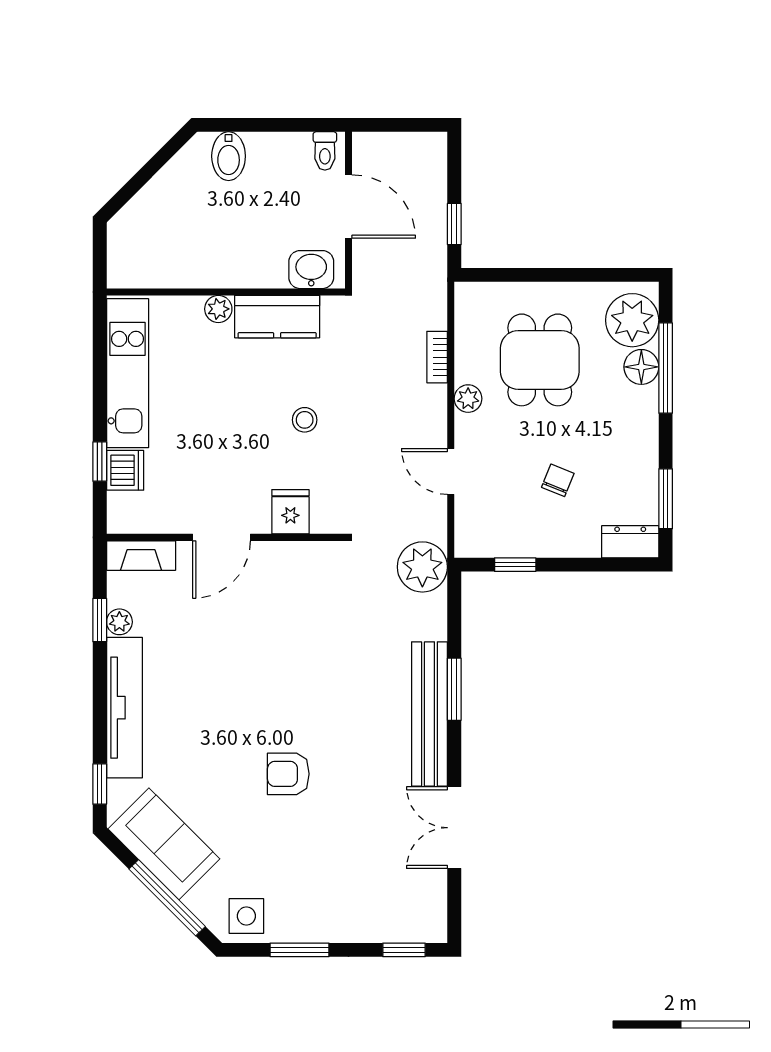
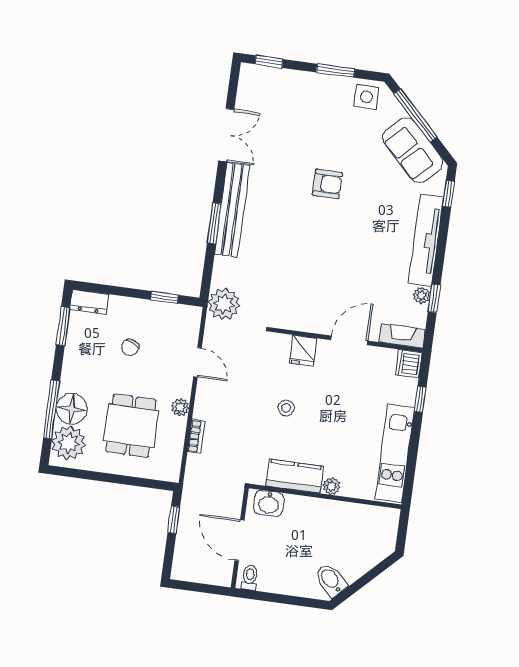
bidet: (229, 156) -> (331, 580), moved, turned -45
floor lamp: (641, 367) -> (72, 409), width x1.38, depth x1.38
dishwasher: (125, 470) -> (409, 364), moved

